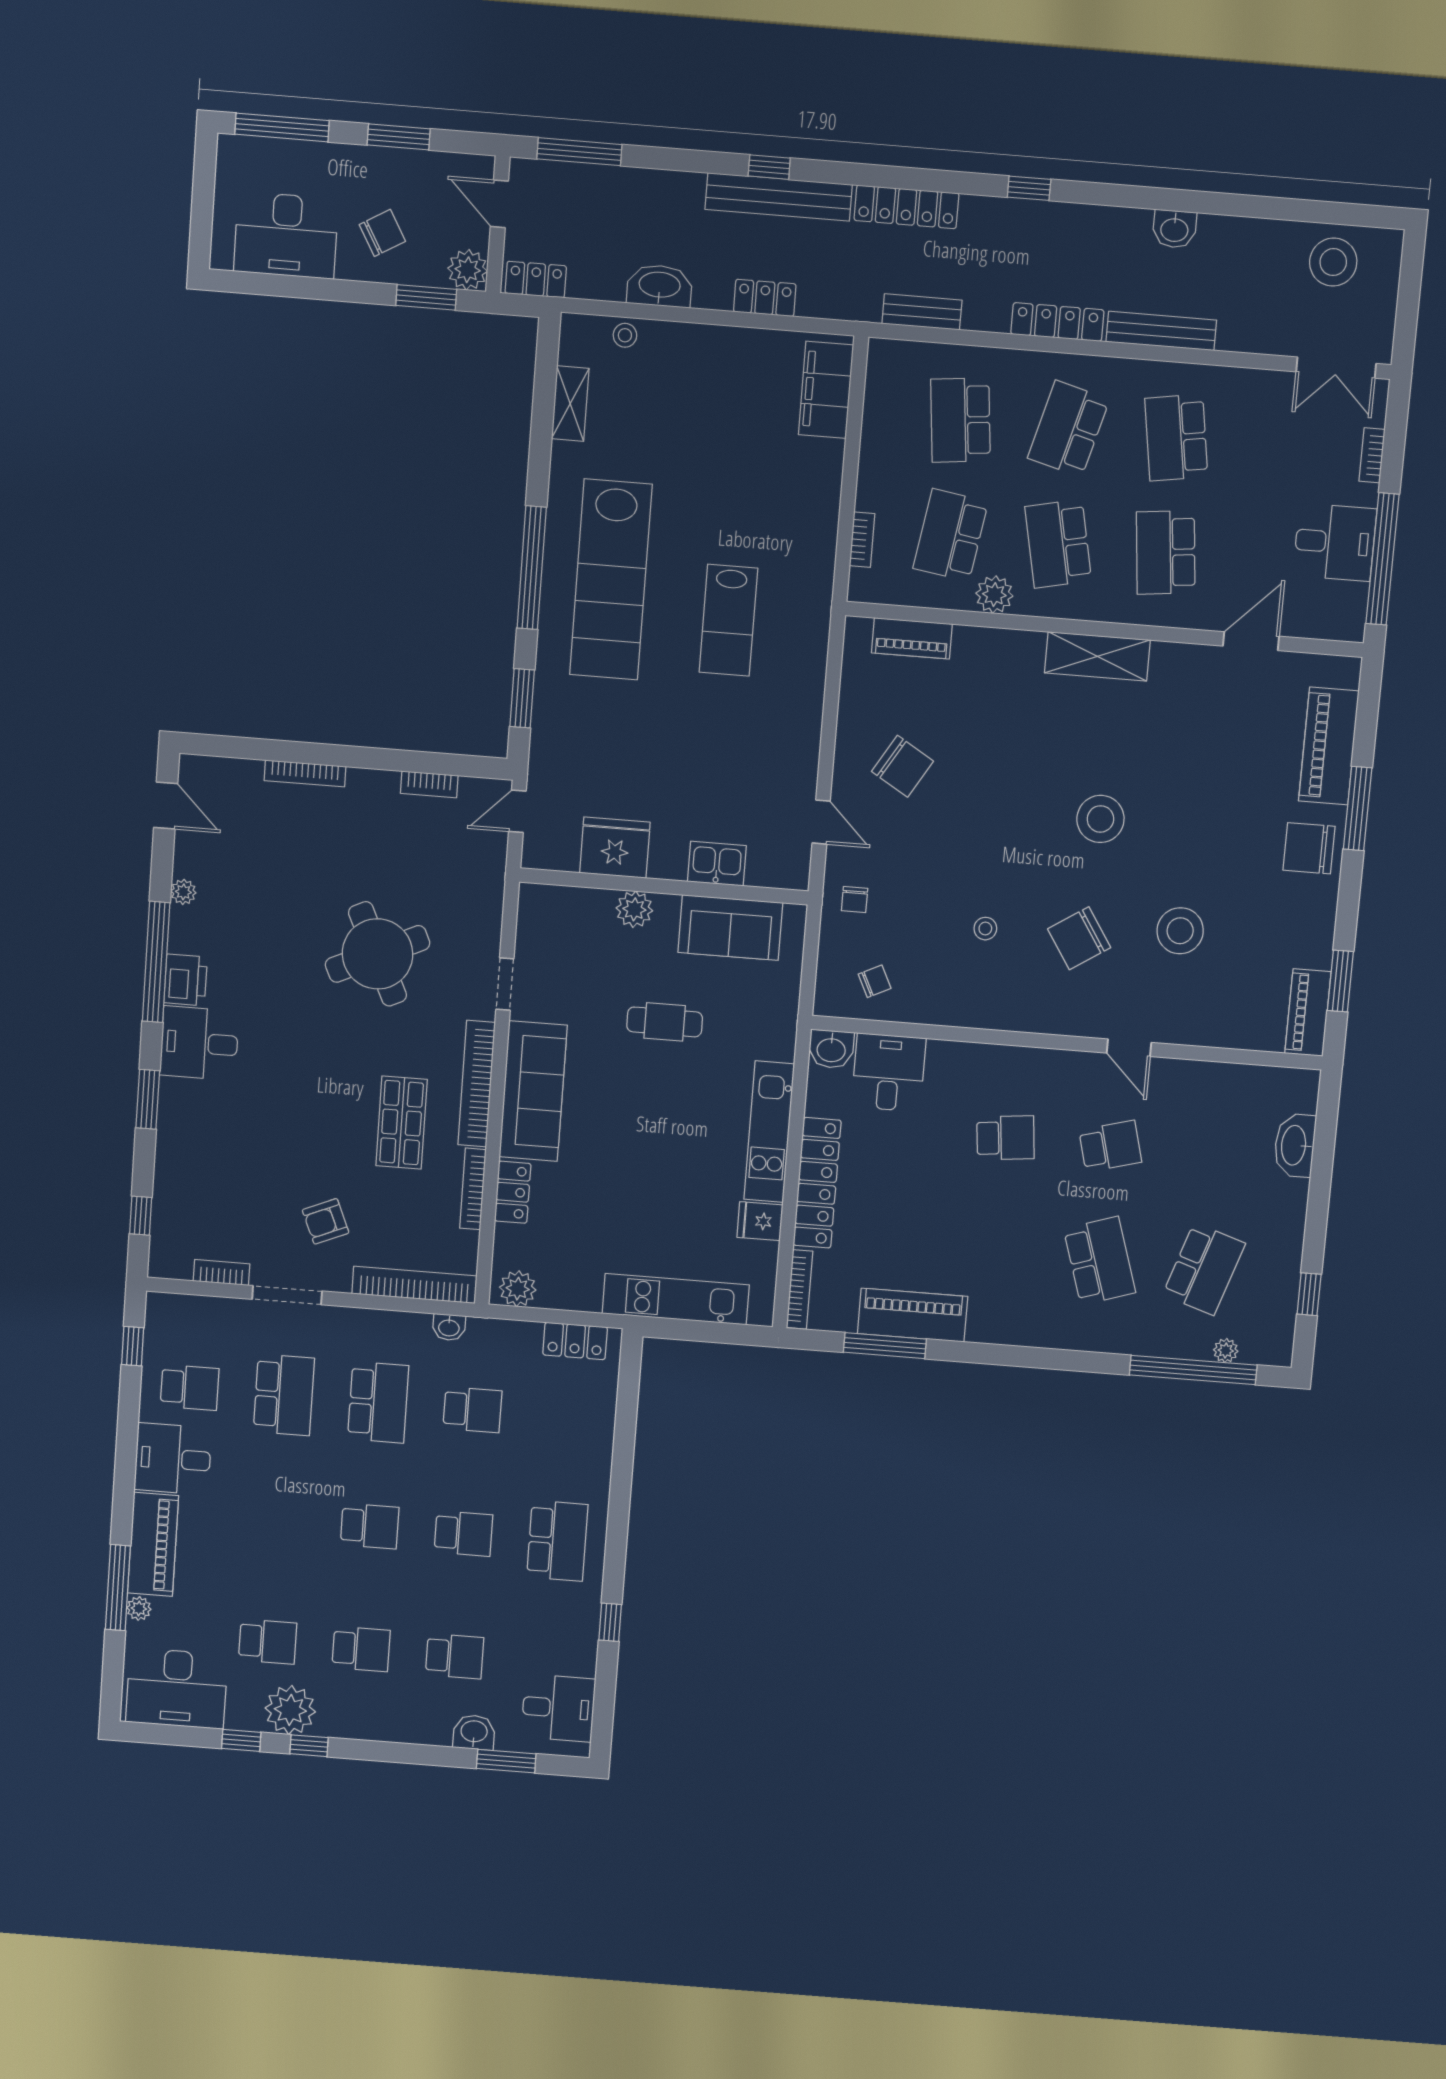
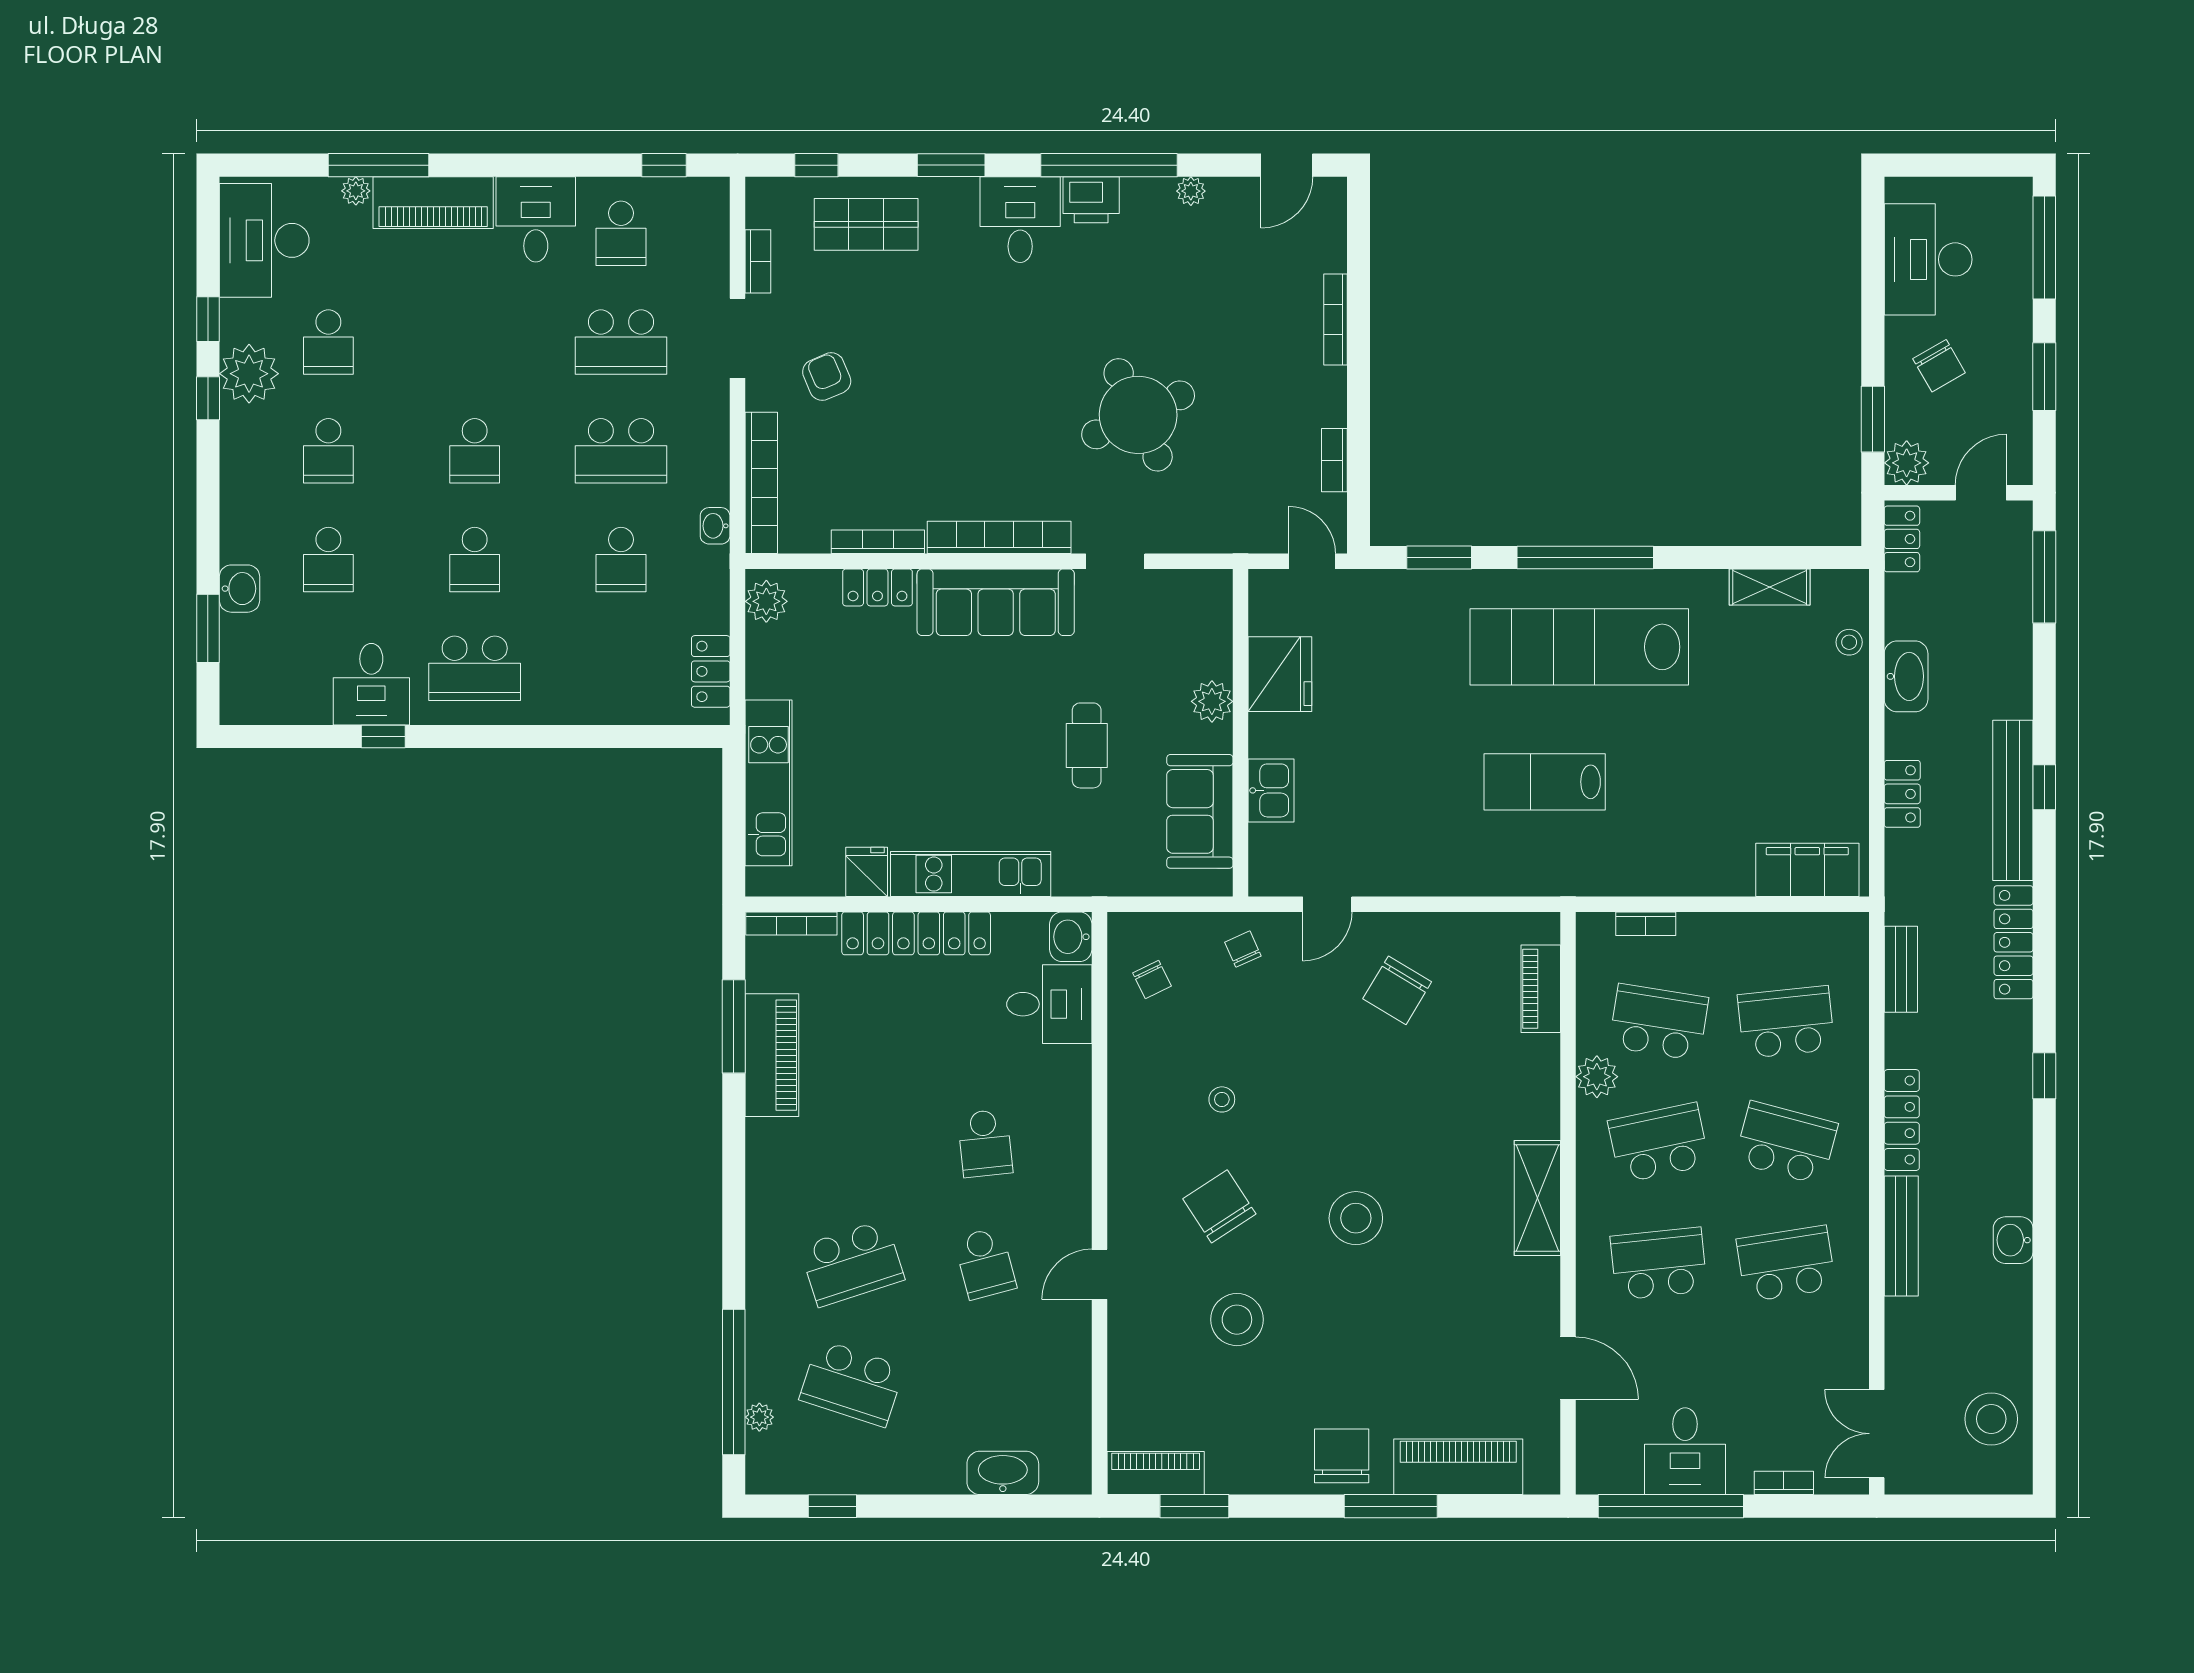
chair: (855, 900) -> (1243, 949), turned 66
shop shelf: (402, 1123) -> (866, 224), moved
desk: (558, 1708) -> (371, 684), moved

